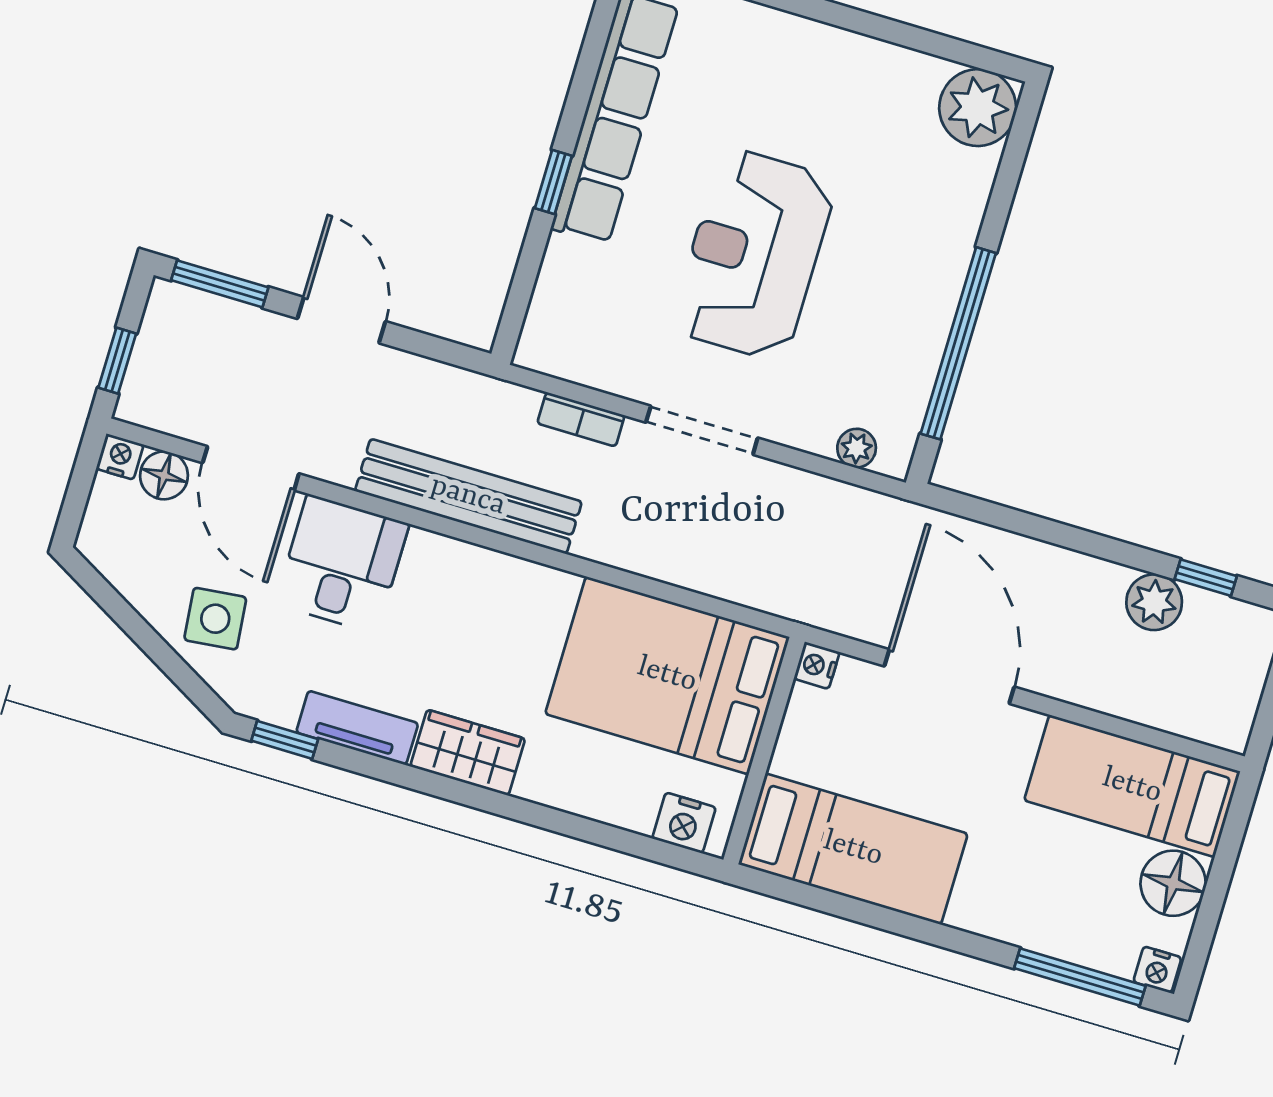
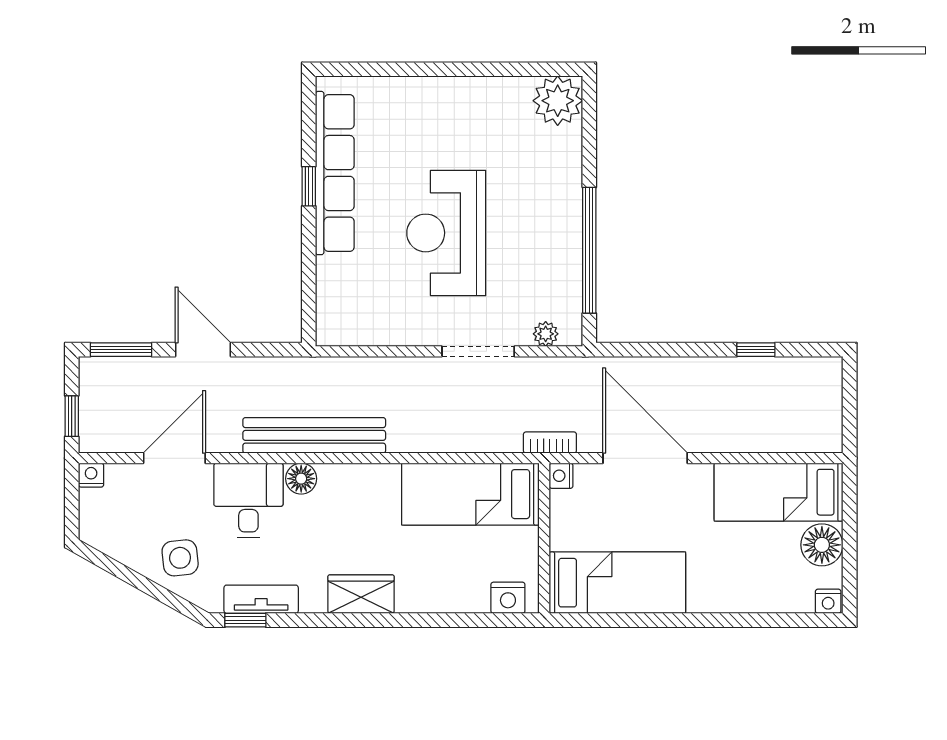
window: (553, 182) -> (309, 186), moved
bookcase: (581, 419) -> (550, 443), moved, turned 180
doorway: (702, 430) -> (478, 351), moved
door: (251, 468) -> (174, 458), swing flipped
floor lamp: (164, 475) -> (301, 479), moved
window: (1206, 578) -> (756, 350), moved
plant: (1154, 602) -> (758, 374), removed
bed: (667, 675) -> (470, 494), width x0.67
tv unit: (357, 728) -> (261, 599), moved
window: (1080, 977) -> (781, 620), removed

